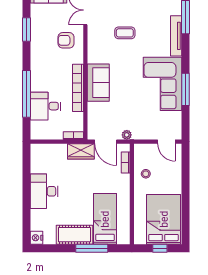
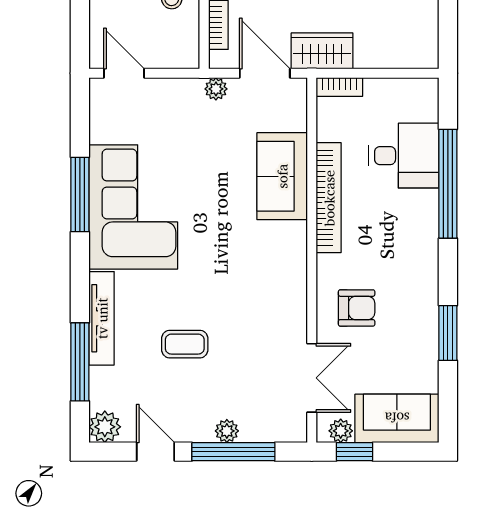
coffee table: (125, 33) -> (185, 344), moved
sofa: (98, 83) -> (282, 176), moved

